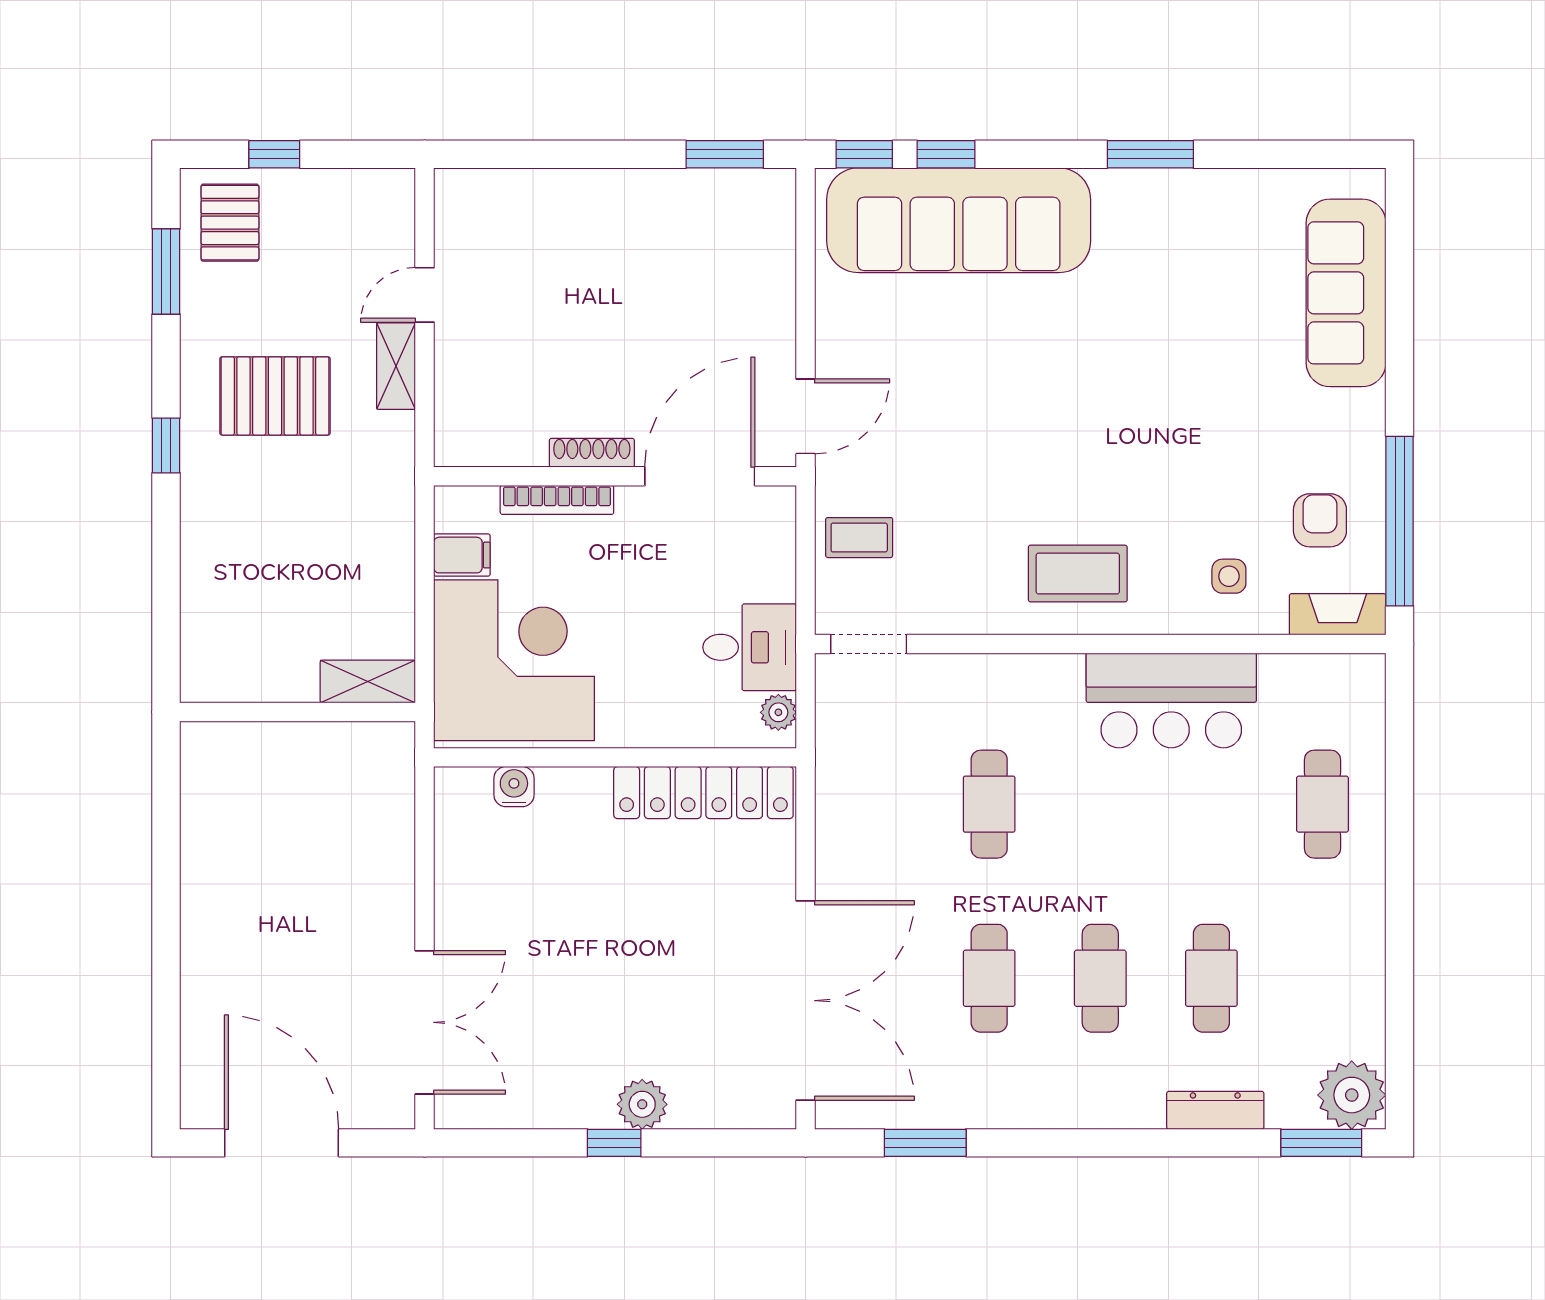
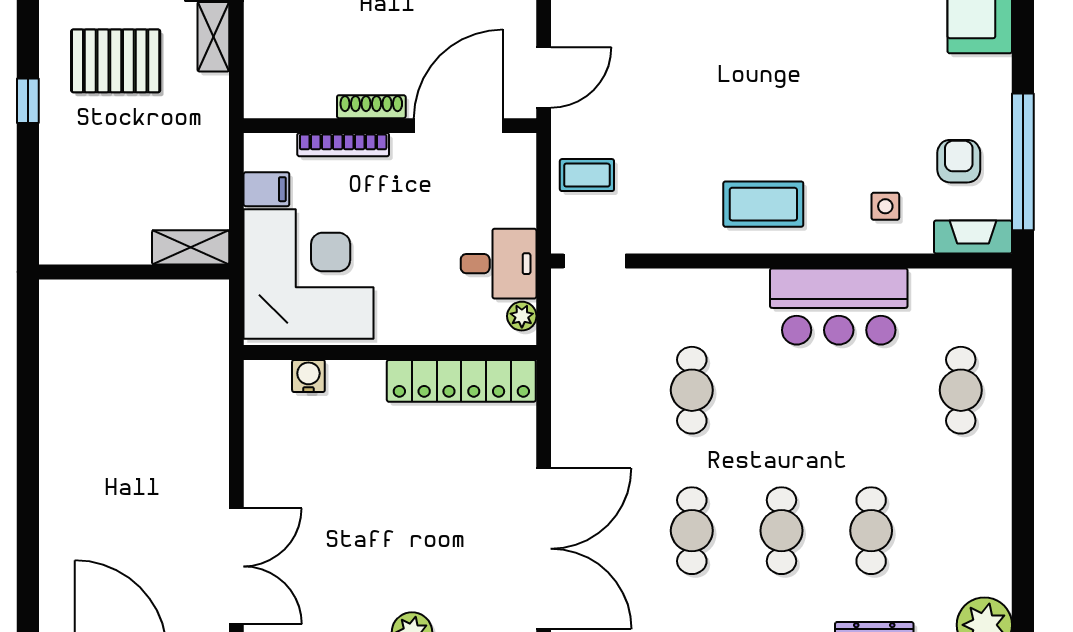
shelving: (368, 682) -> (191, 247), moved
wall: (298, 712) -> (134, 272), moved

